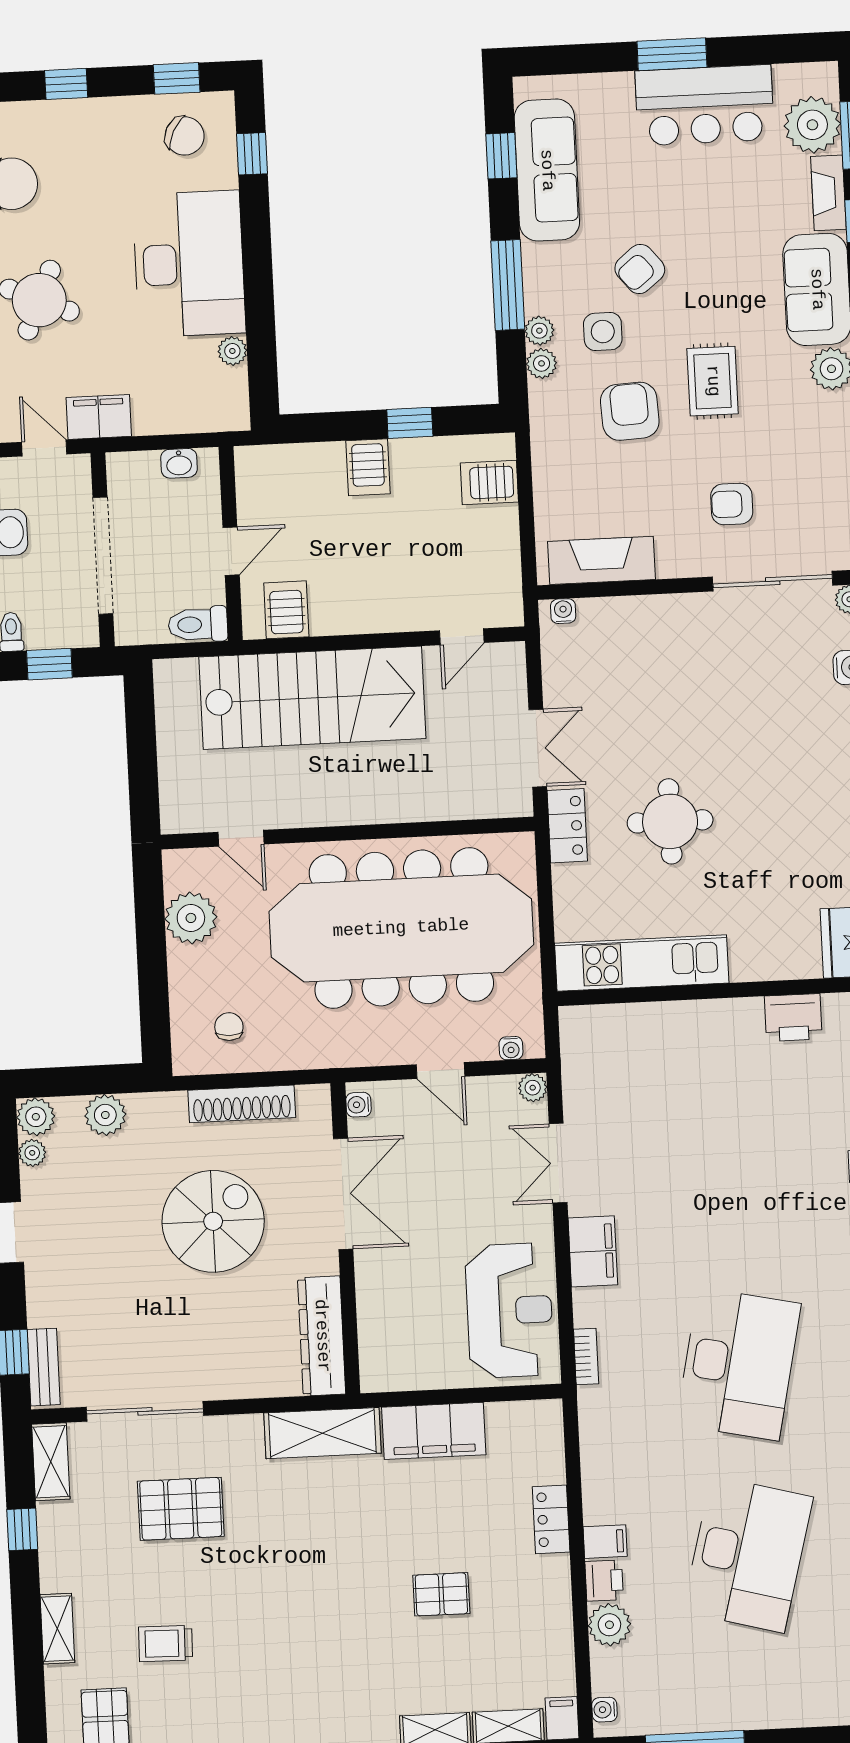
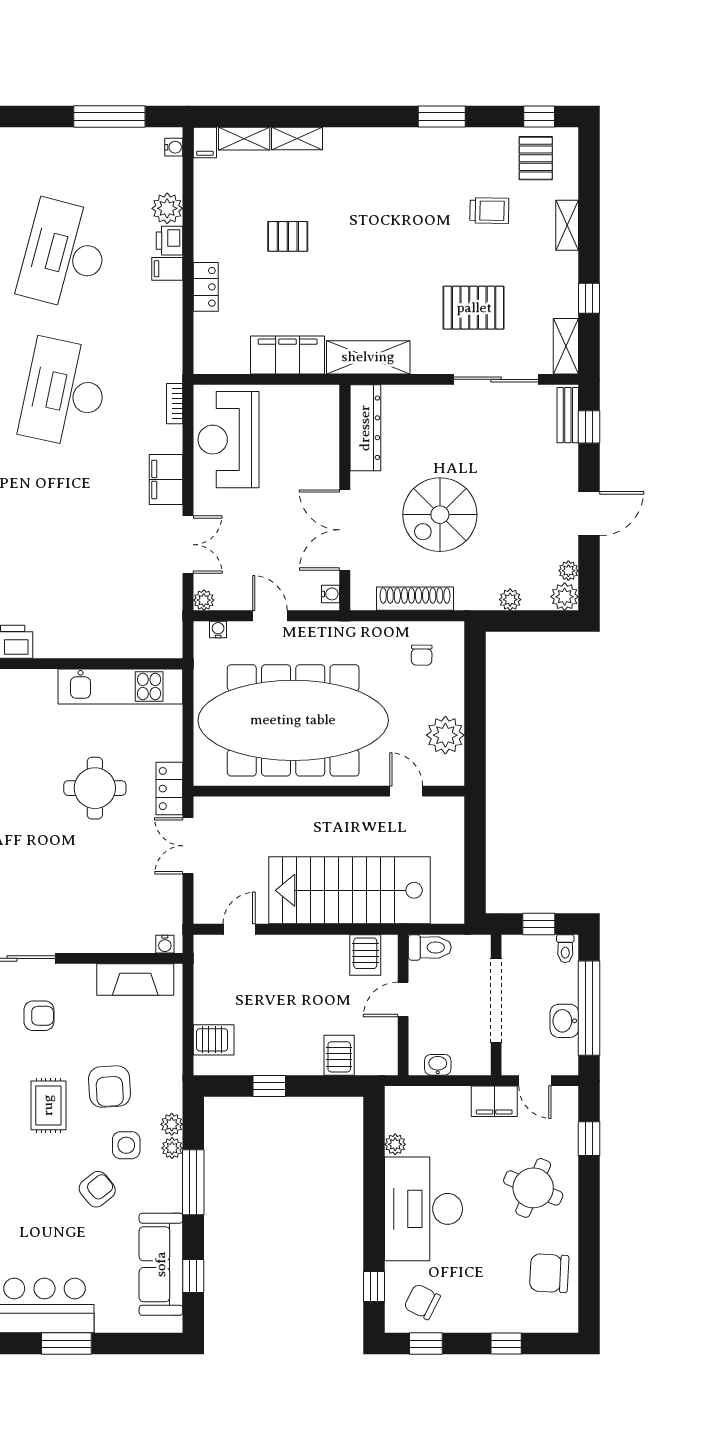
server rack: (368, 467) -> (339, 1055), moved
plant: (105, 1115) -> (510, 600), width x0.73, depth x0.73

